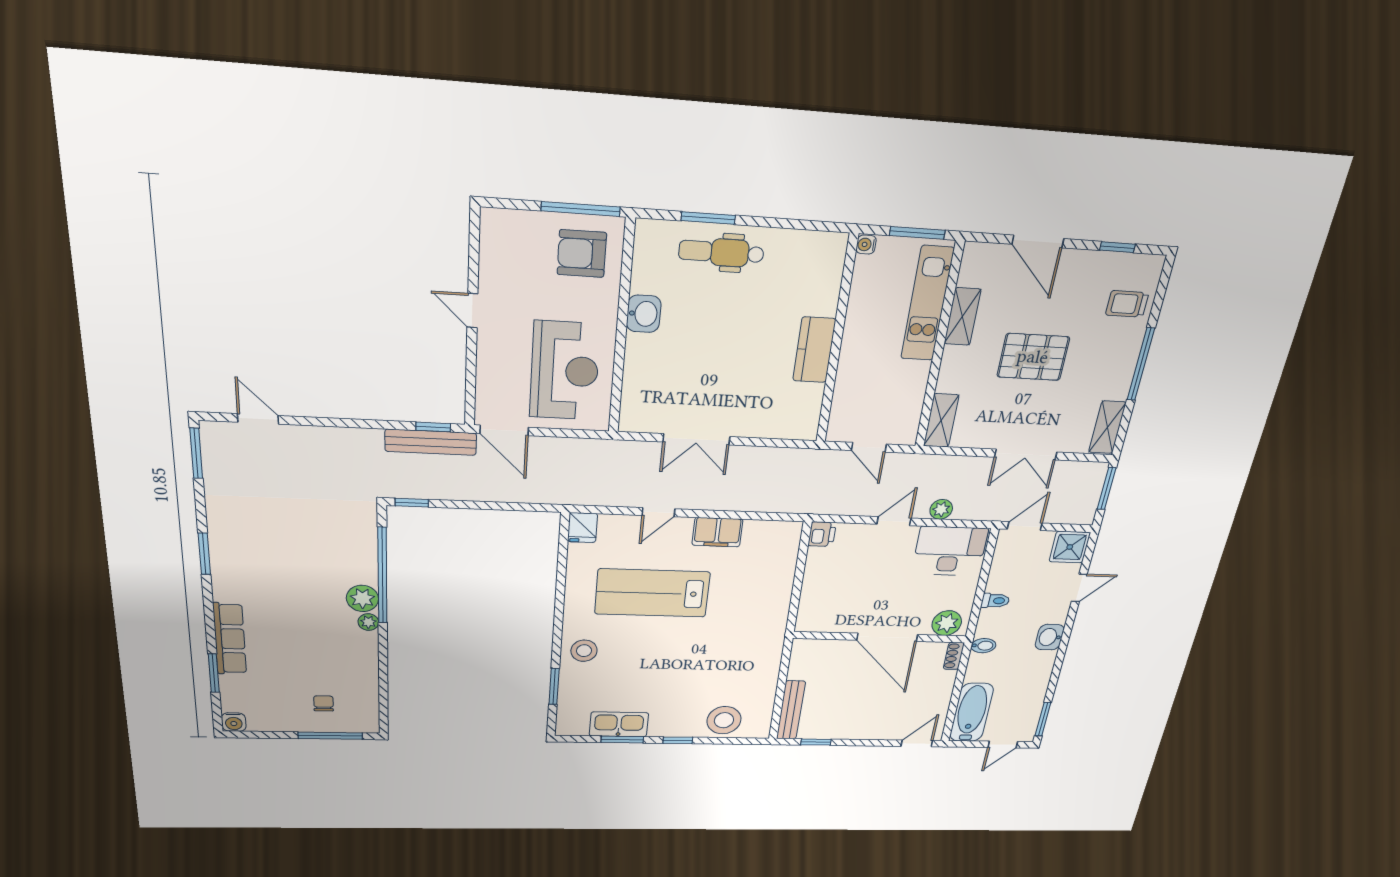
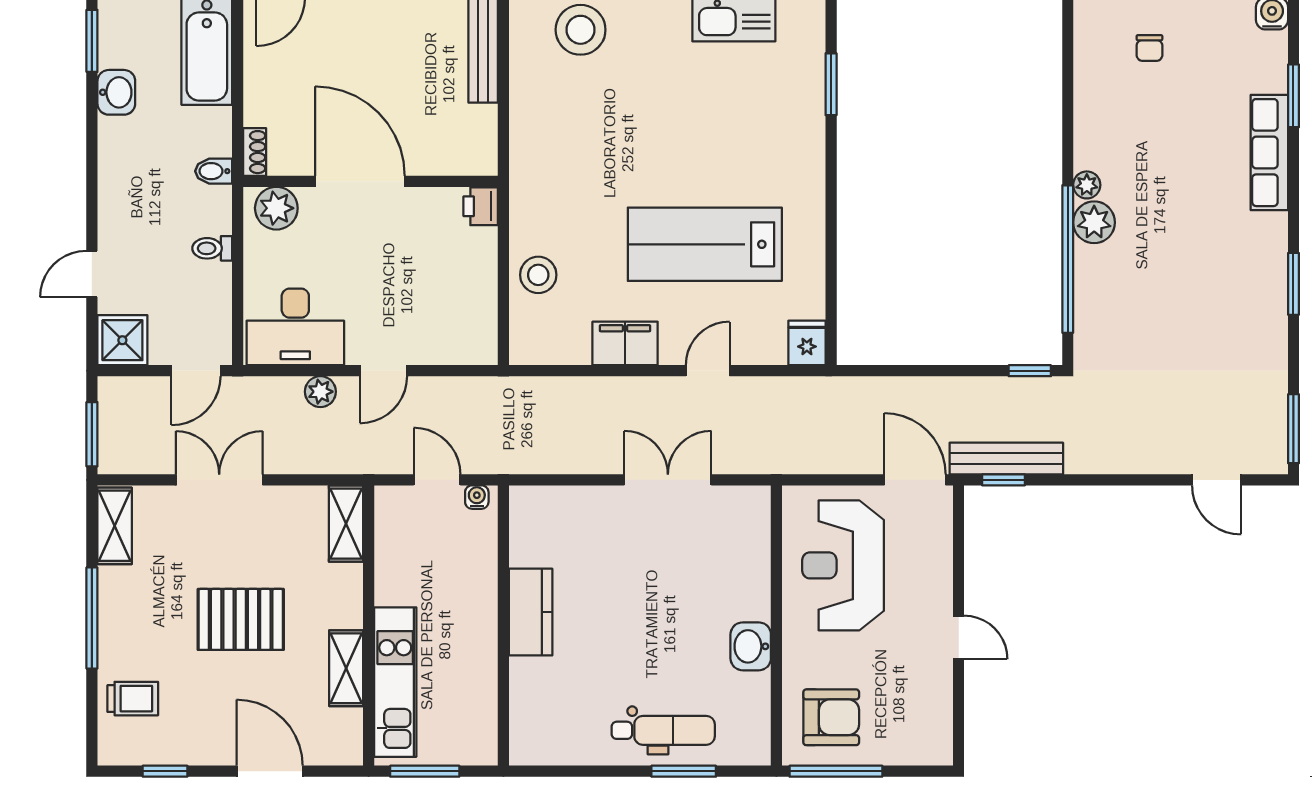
water cooler: (866, 245) -> (477, 497), moved, turned -90
printer: (822, 534) -> (481, 206), moved
lab bench: (652, 593) -> (705, 244), turned 180
washbasin: (1050, 637) -> (116, 92), moved
stool: (584, 651) -> (538, 275), moved

